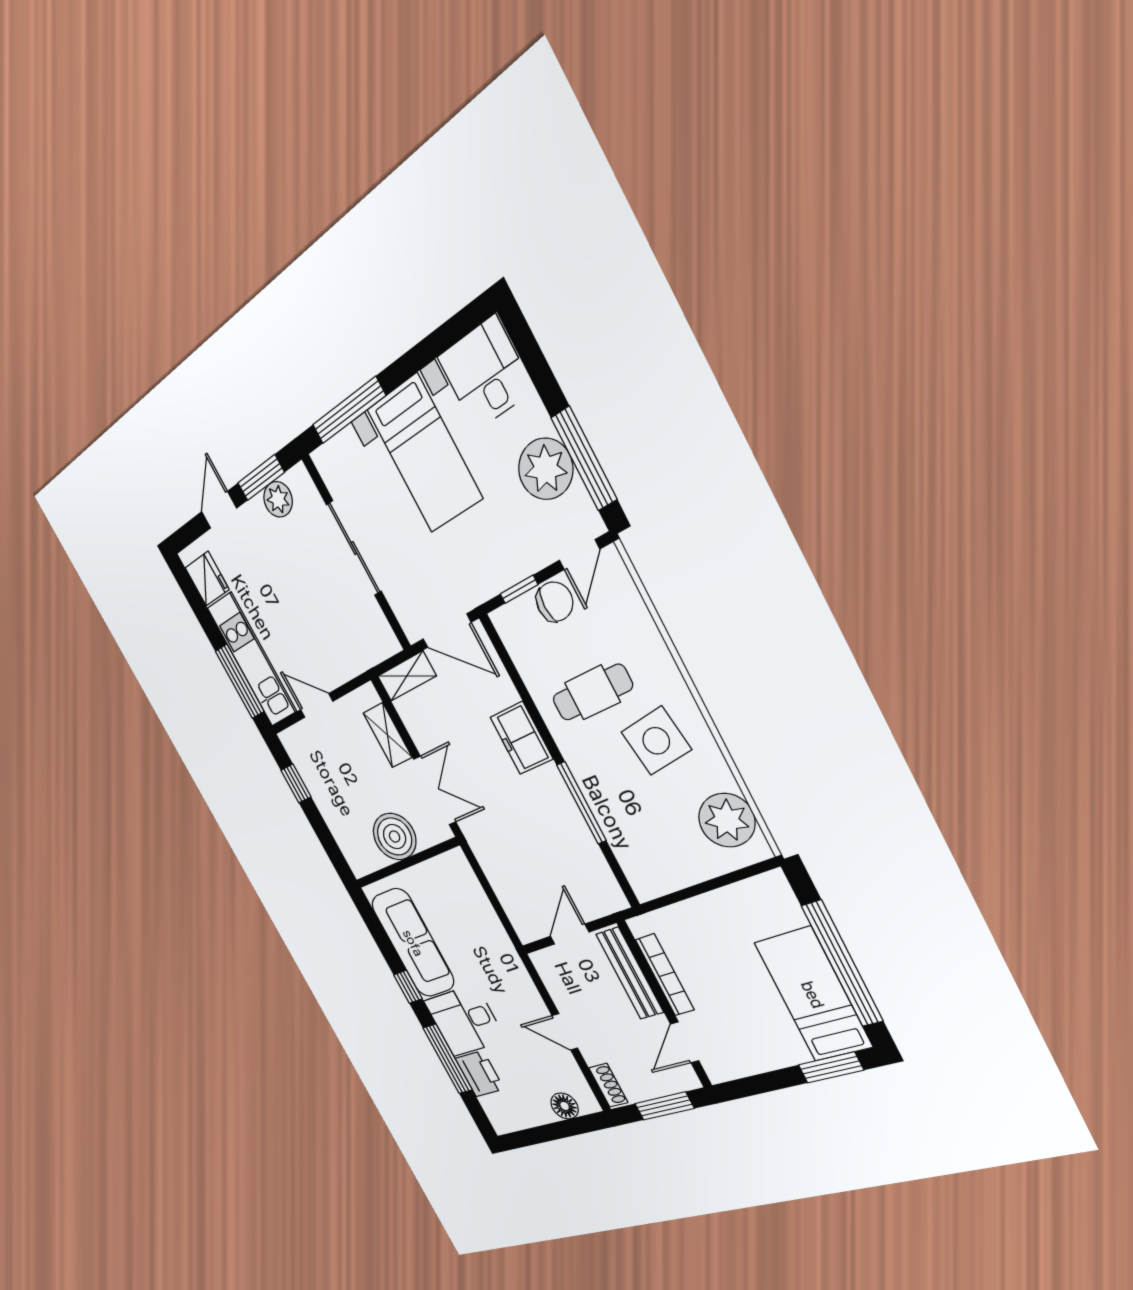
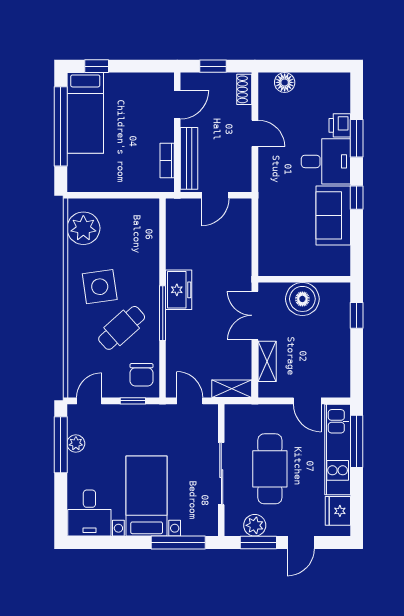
plant: (546, 469) -> (76, 443), width x0.53, depth x0.53
cafe table: (305, 590) -> (270, 469), added
chair: (555, 602) -> (142, 375), moved, turned -90
door: (447, 631) -> (190, 401), width x0.73
cafe table: (592, 692) -> (122, 328), turned -42
freezer: (521, 738) -> (179, 290), moved
window: (296, 783) -> (357, 315), moved
window: (582, 803) -> (163, 313), moved
sofa: (413, 943) -> (333, 215), width x0.73
bookcase: (665, 975) -> (167, 161), width x0.64
window: (448, 1059) -> (357, 138), width x0.69
window: (831, 1068) -> (97, 66), width x0.67
printer: (480, 1074) -> (340, 125), width x0.73, depth x0.81
window: (664, 1106) -> (213, 66), width x0.67

